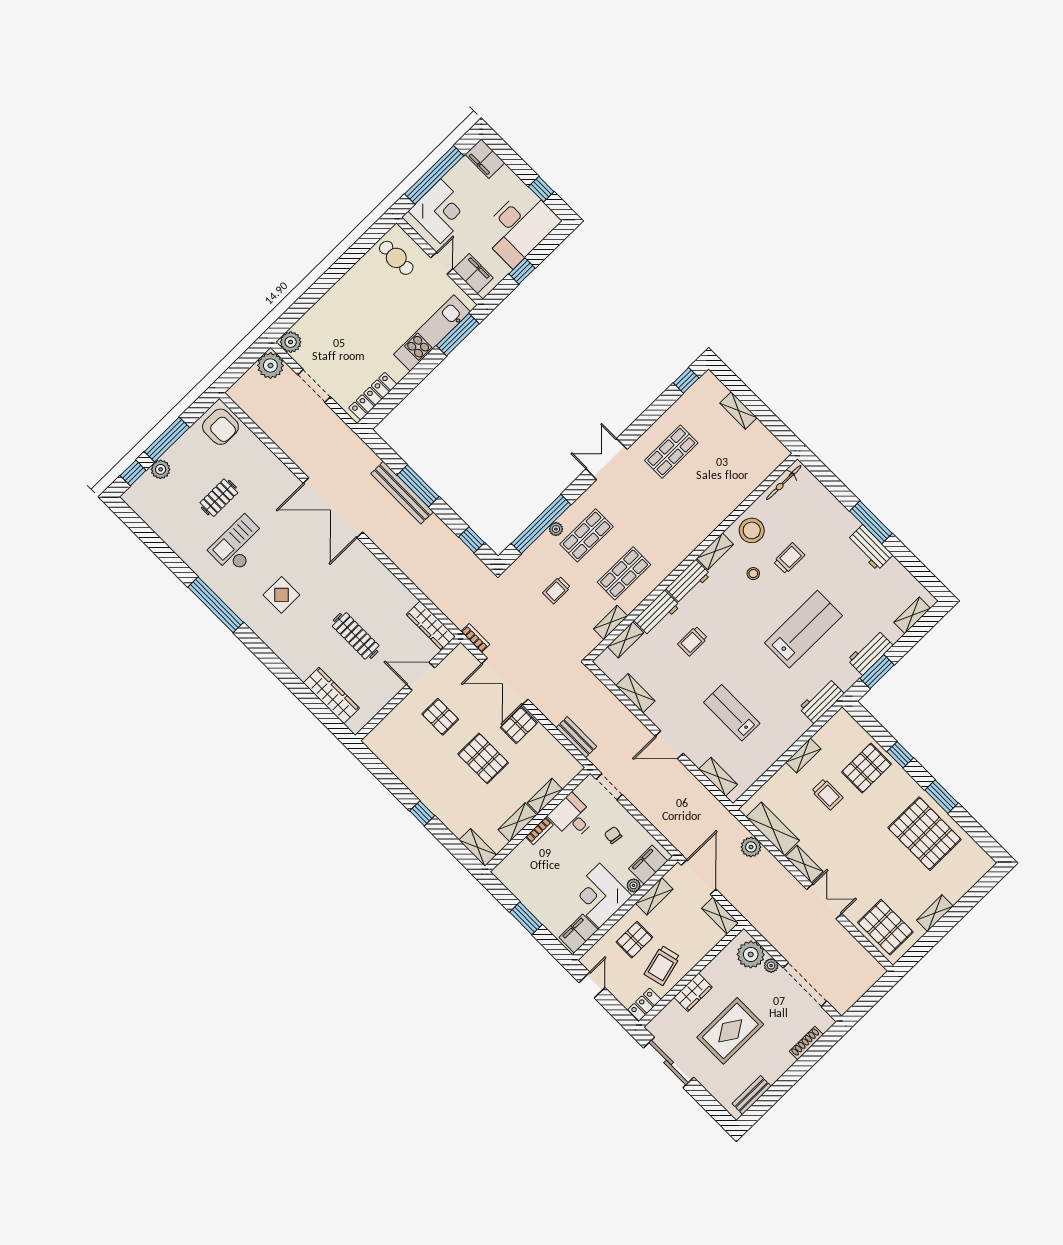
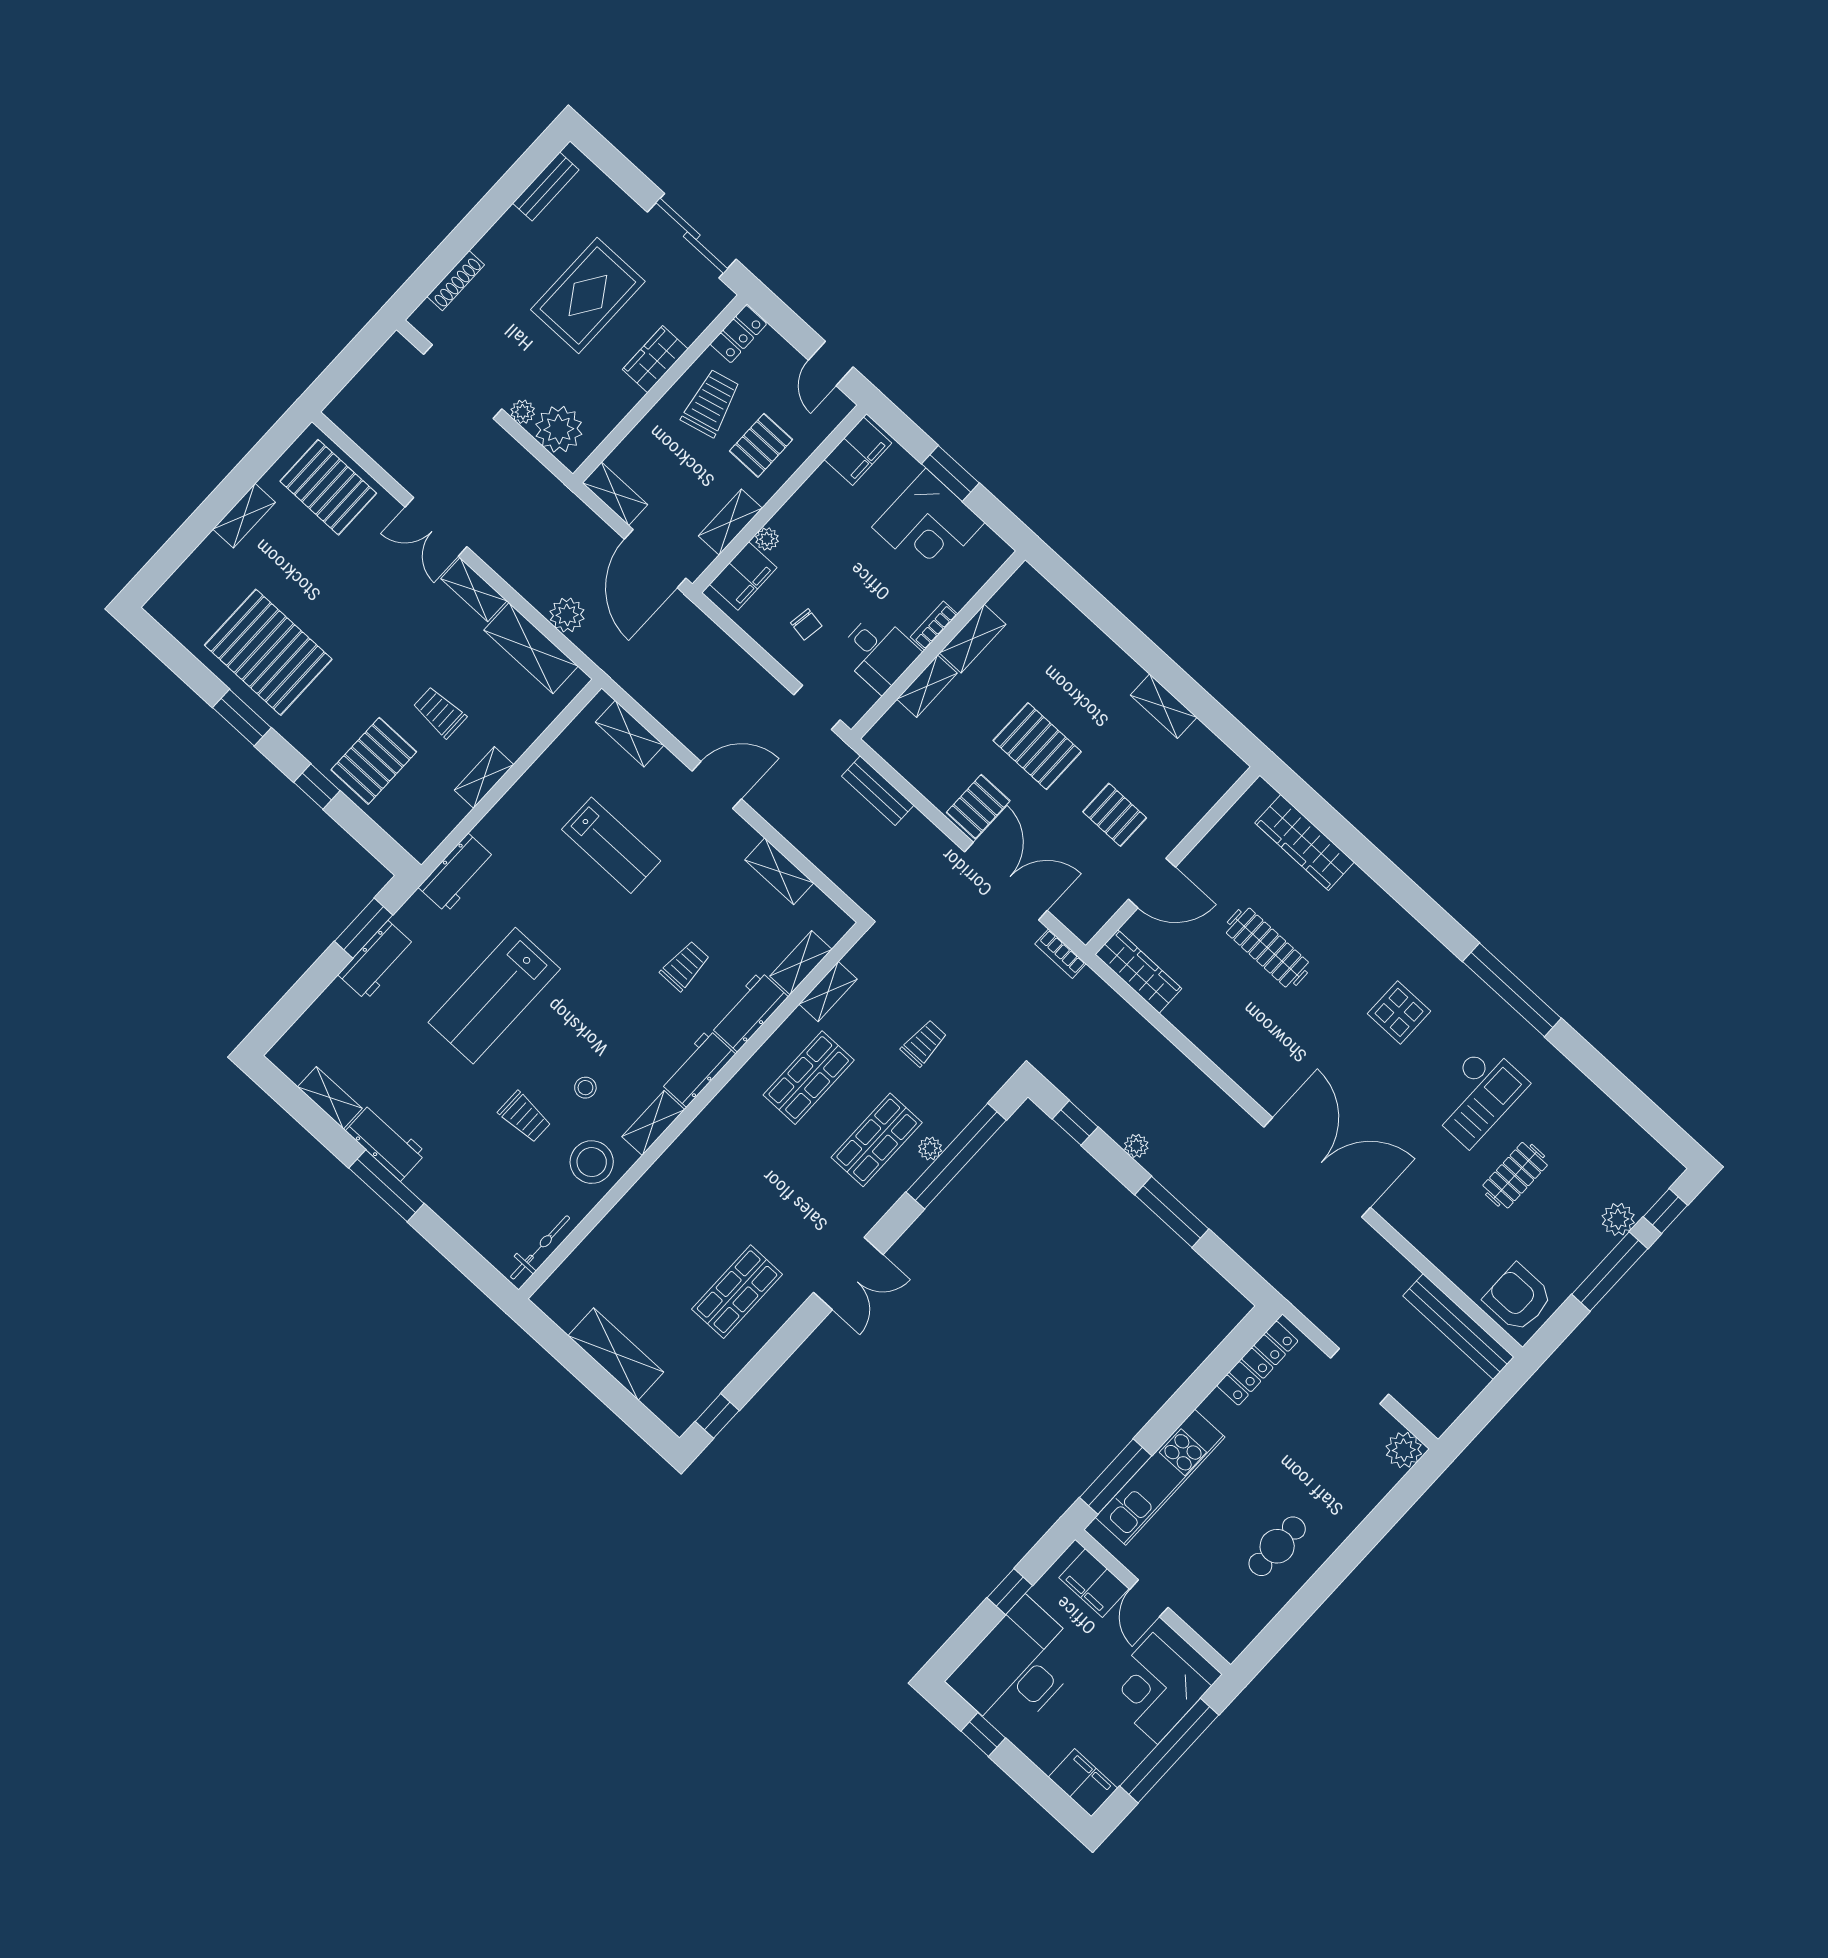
cafe table: (396, 258) -> (1277, 1546), moved, turned 90
plant: (270, 366) -> (1136, 1146), moved, width x0.53, depth x0.53
shelving: (738, 410) -> (616, 1354), width x1.50, depth x1.33
bench: (402, 493) -> (1458, 1326), moved
trolley: (789, 558) -> (525, 1117), turned -90
shelving: (912, 615) -> (330, 1098), moved, turned 90
window: (422, 813) -> (1138, 646), removed
shelving: (478, 848) -> (1164, 706), moved
corner desk: (600, 896) -> (928, 525), moved, turned 90

